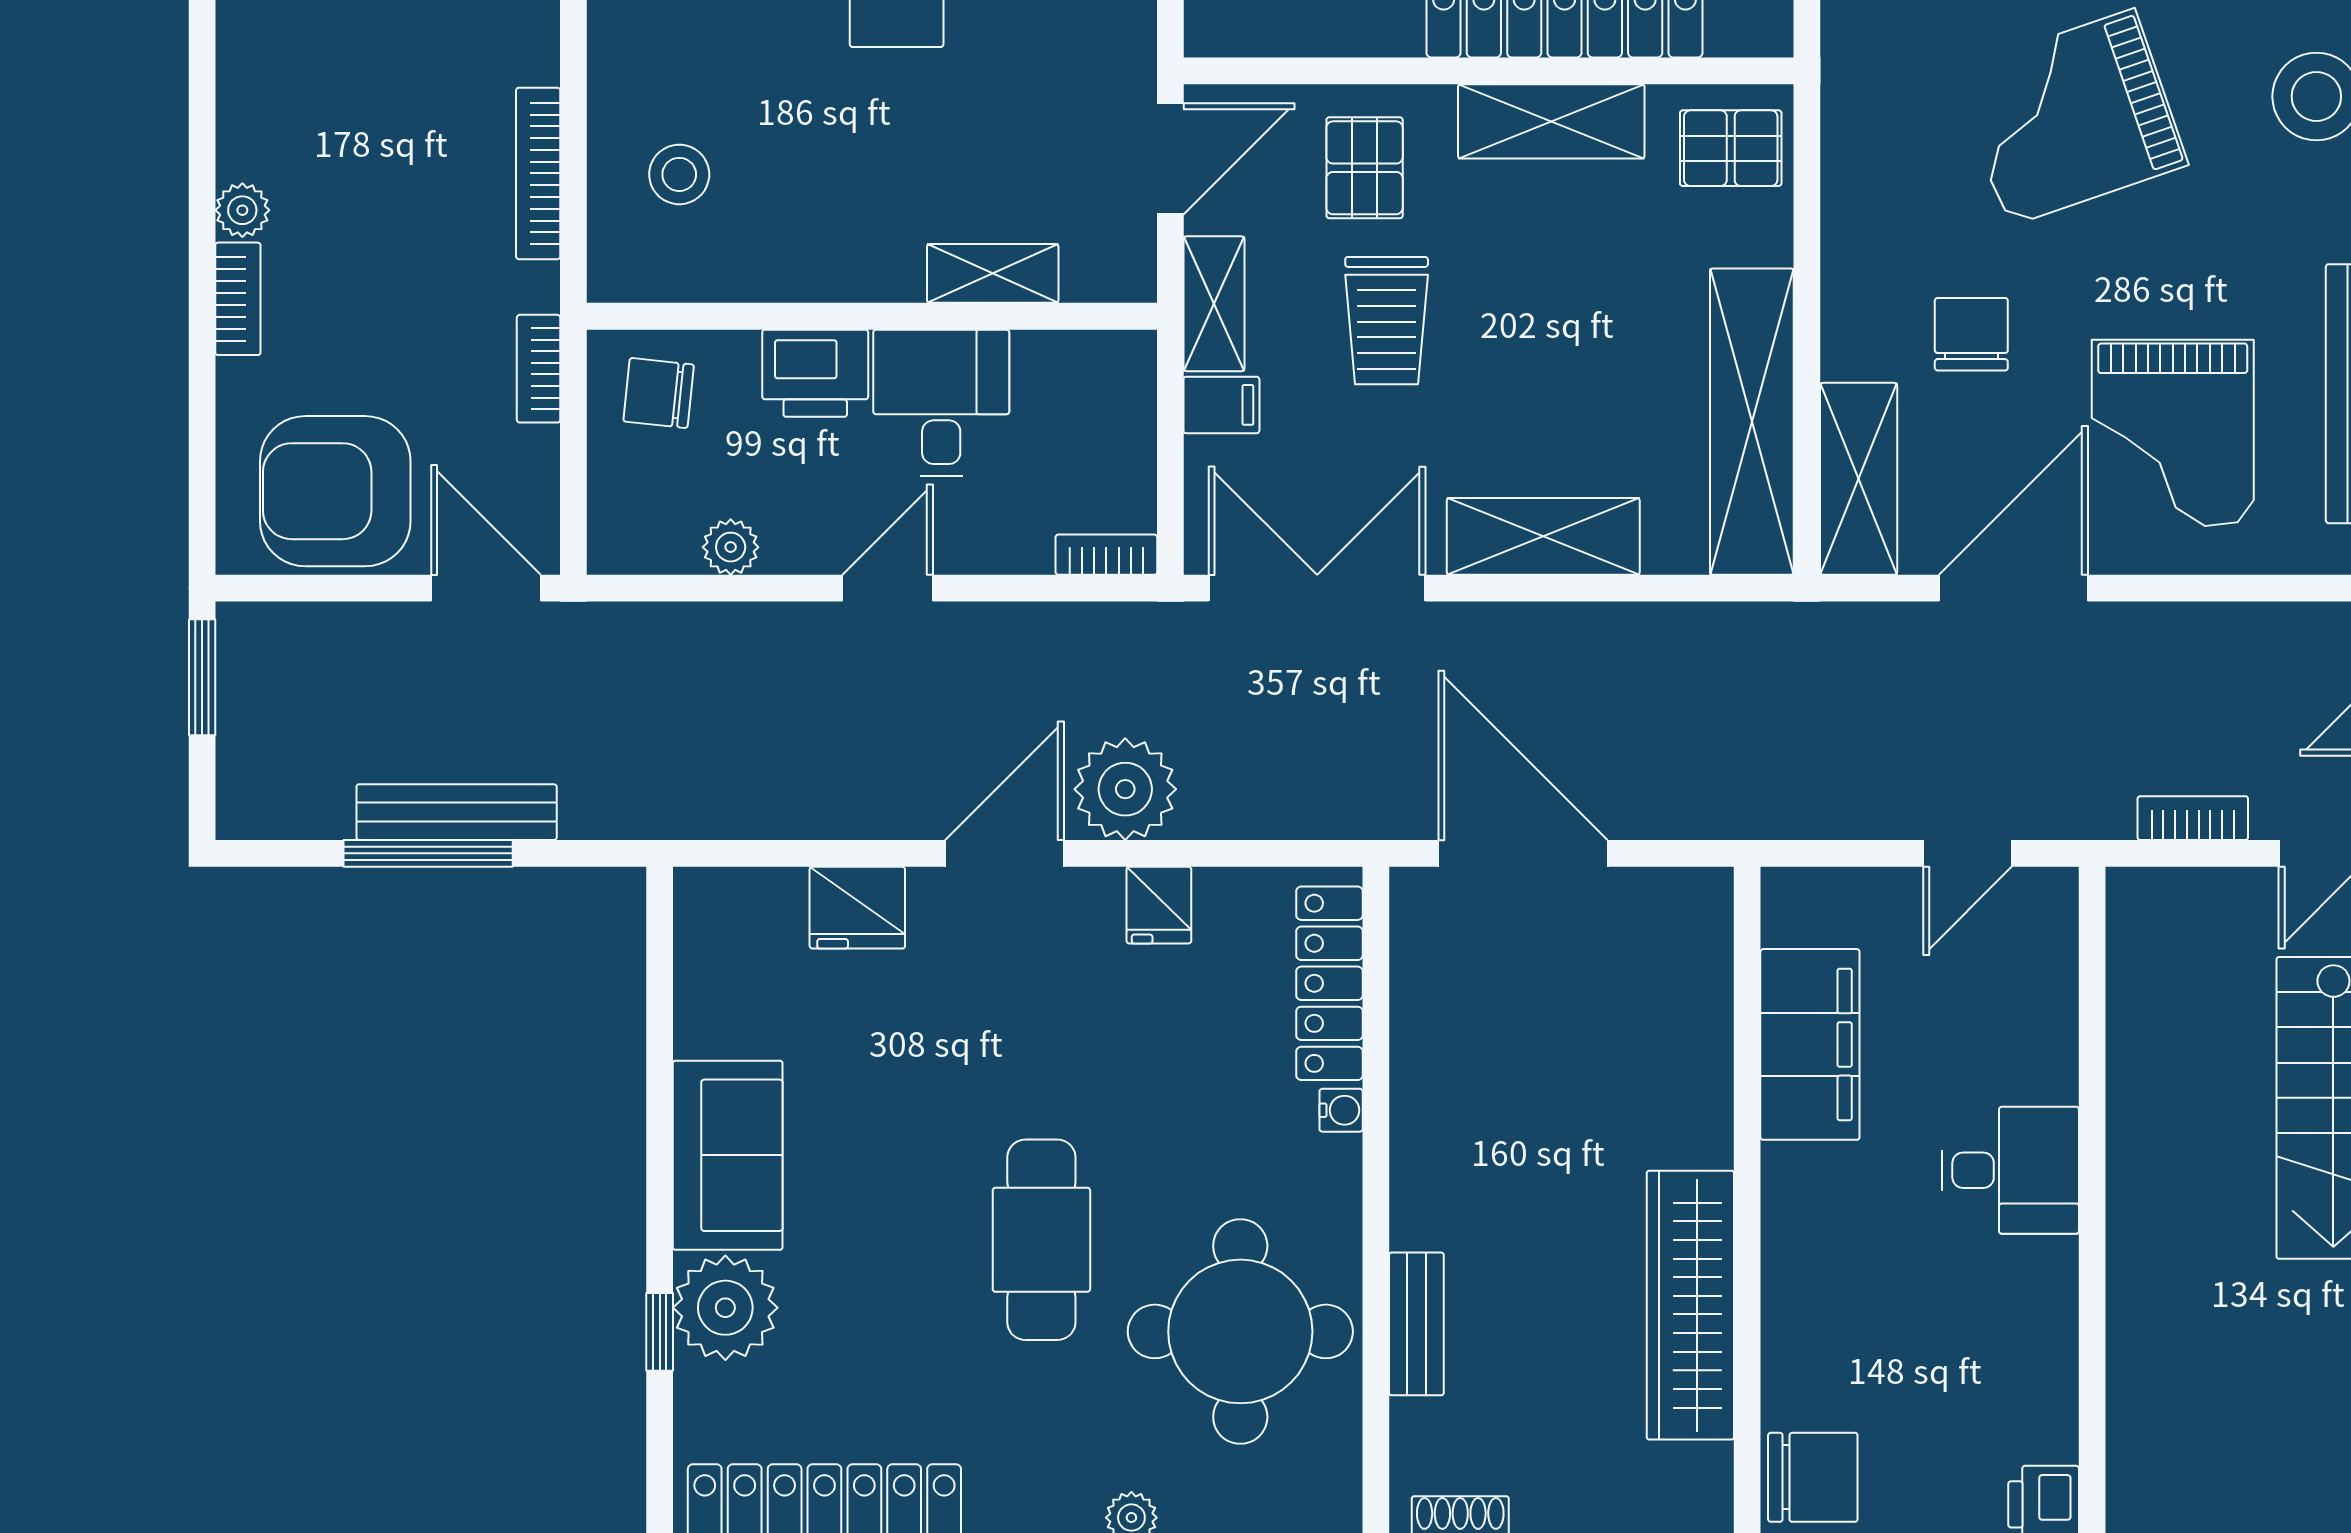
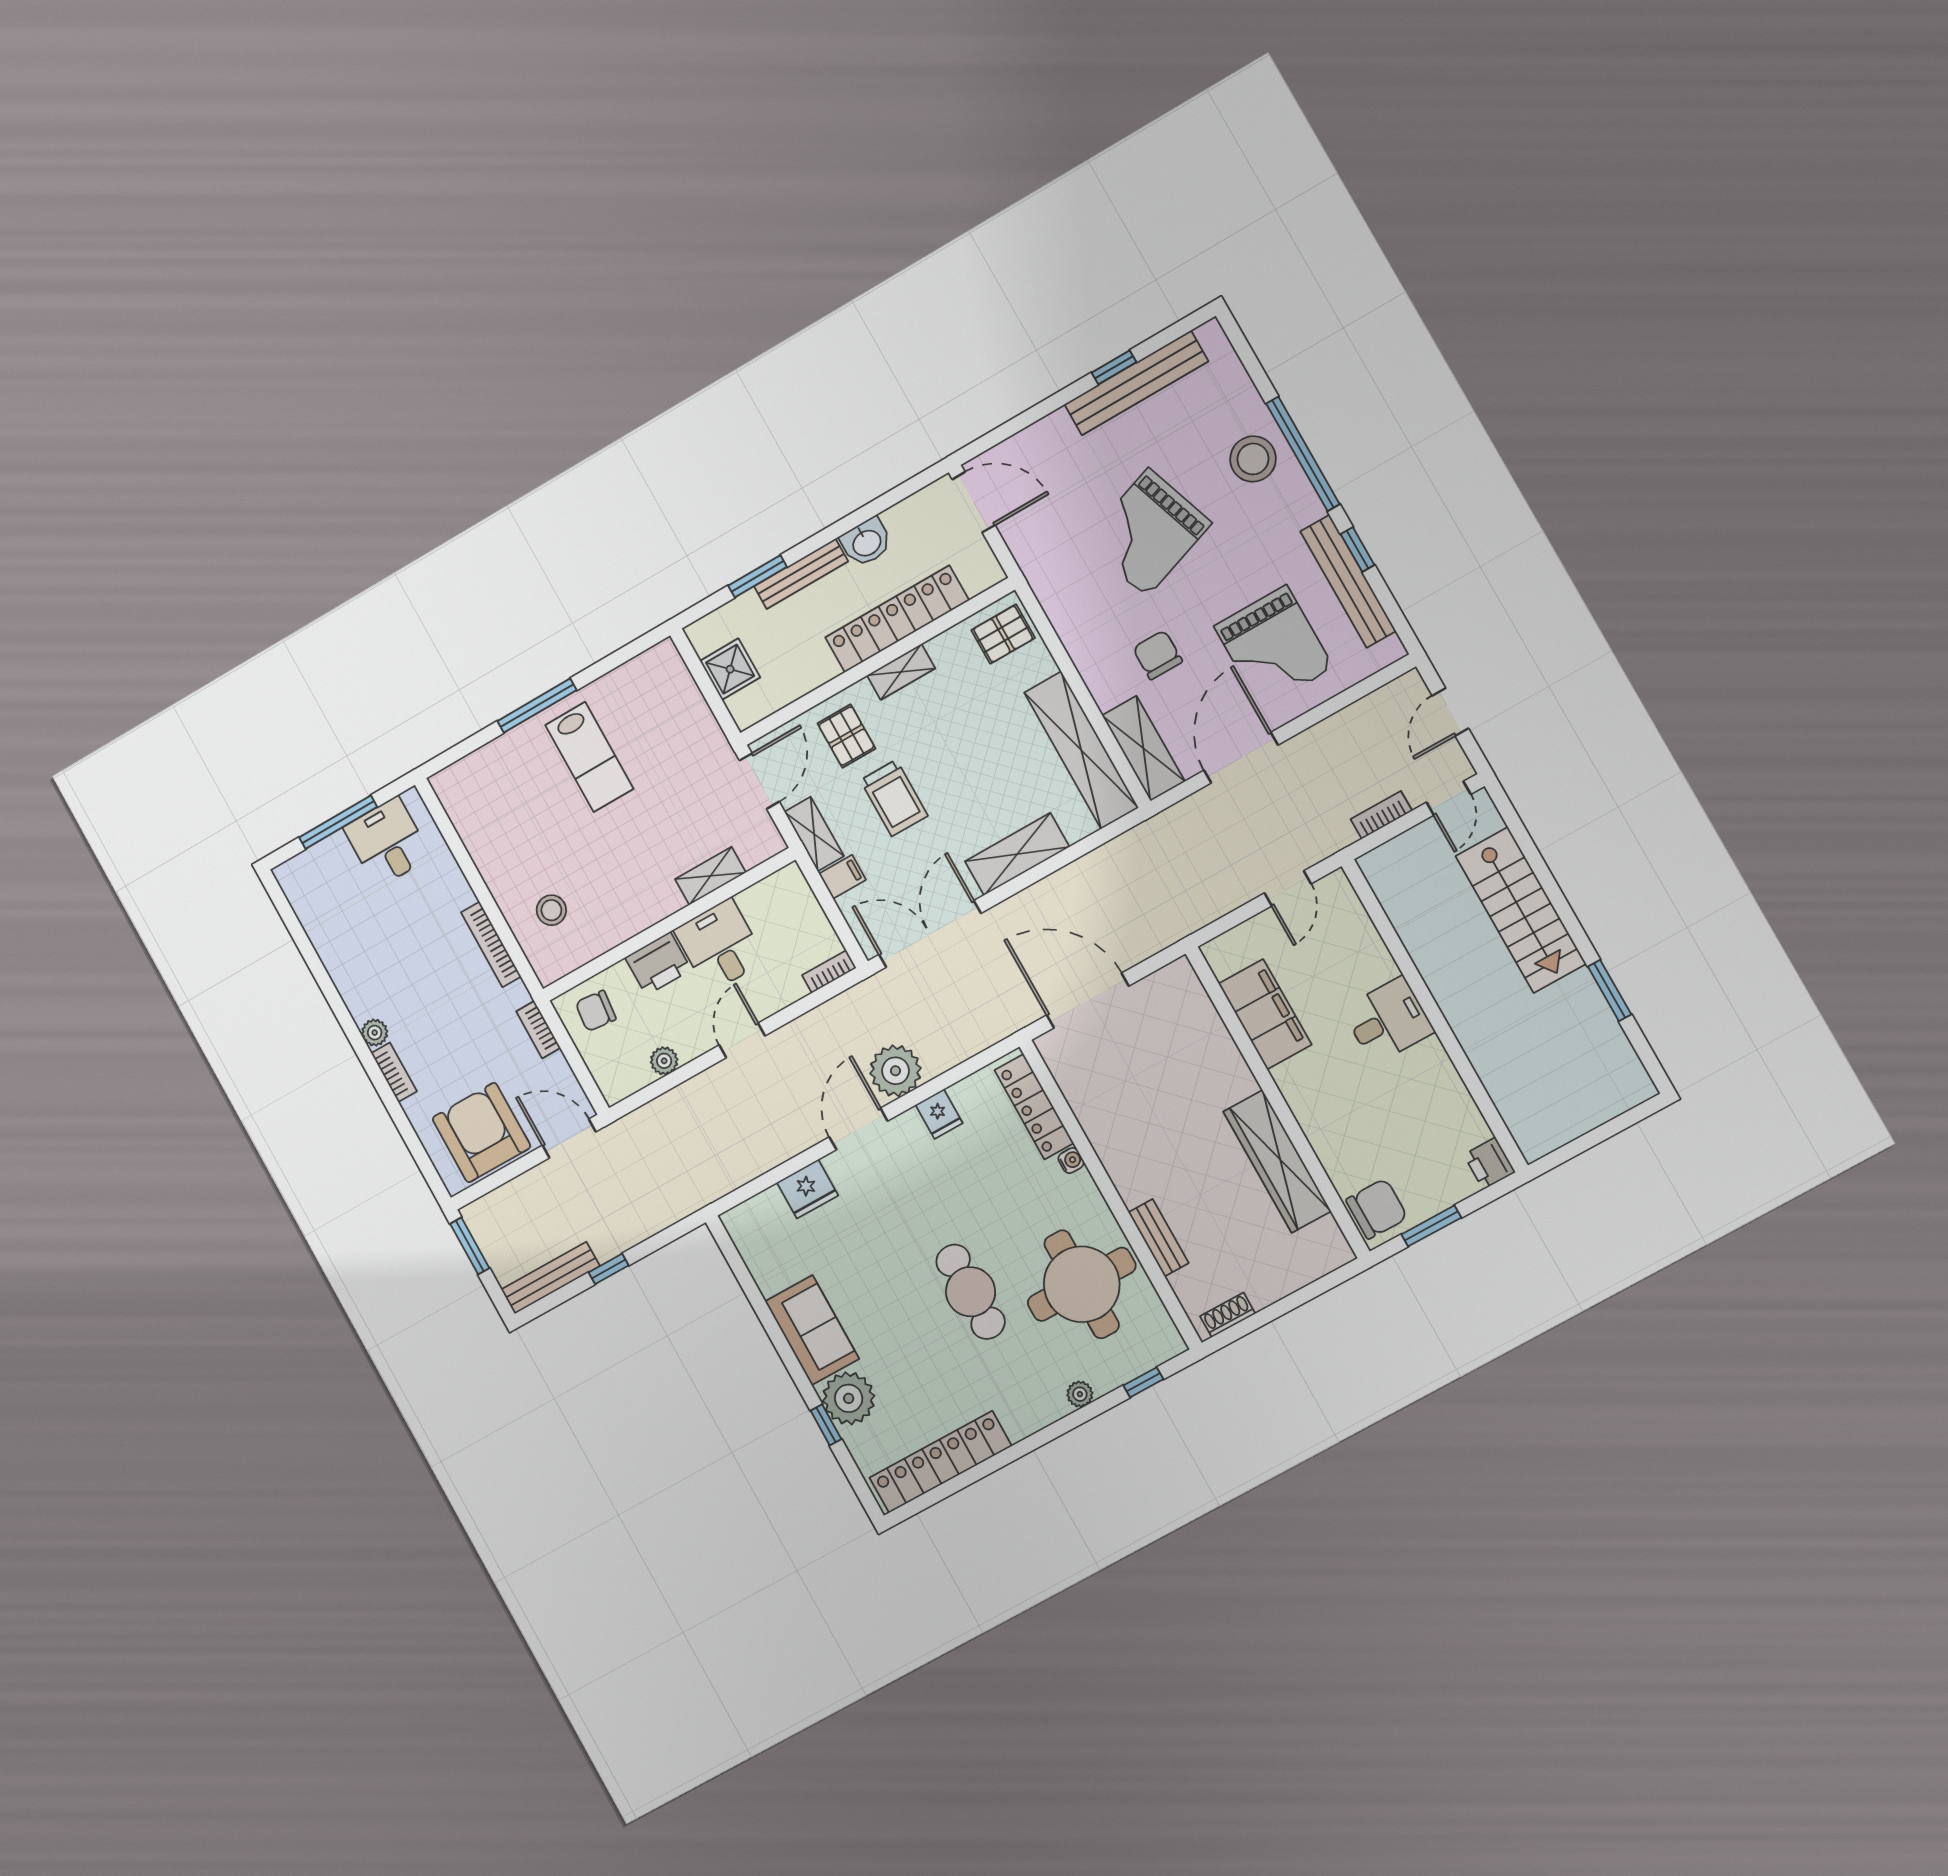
shelving: (1551, 121) -> (901, 672), width x0.67, depth x0.75
armchair: (335, 491) -> (481, 1133), turned 90
bench: (457, 812) -> (550, 1278), moved
window: (428, 853) -> (609, 1269), width x0.46

